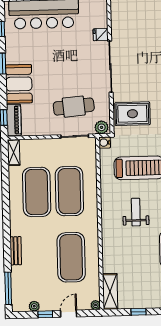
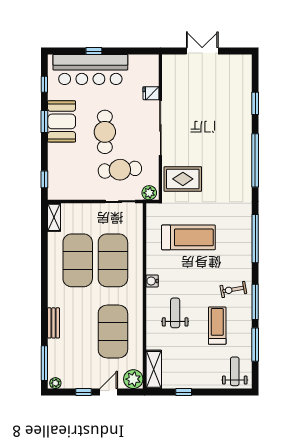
cafe table: (59, 72) -> (105, 132), added
booth: (19, 84) -> (62, 121), moved
piano: (14, 120) -> (55, 182), removed
water cooler: (105, 143) -> (152, 281), moved
weight bench: (136, 212) -> (175, 313), moved
plant: (96, 305) -> (133, 379), width x1.87, depth x1.87
plant: (34, 306) -> (55, 383), moved

